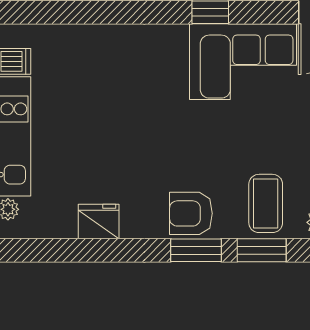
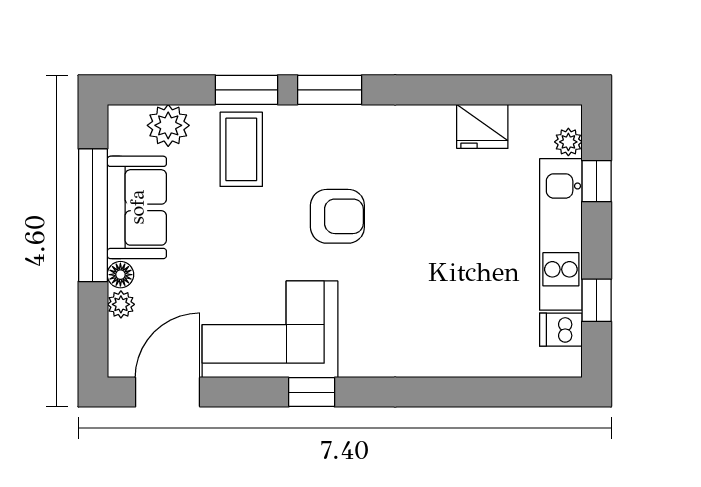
armchair: (191, 213) -> (337, 216), moved
fridge: (99, 222) -> (482, 126), moved

